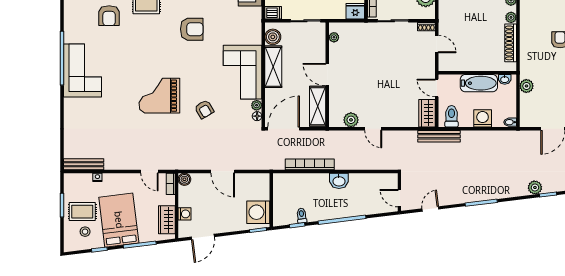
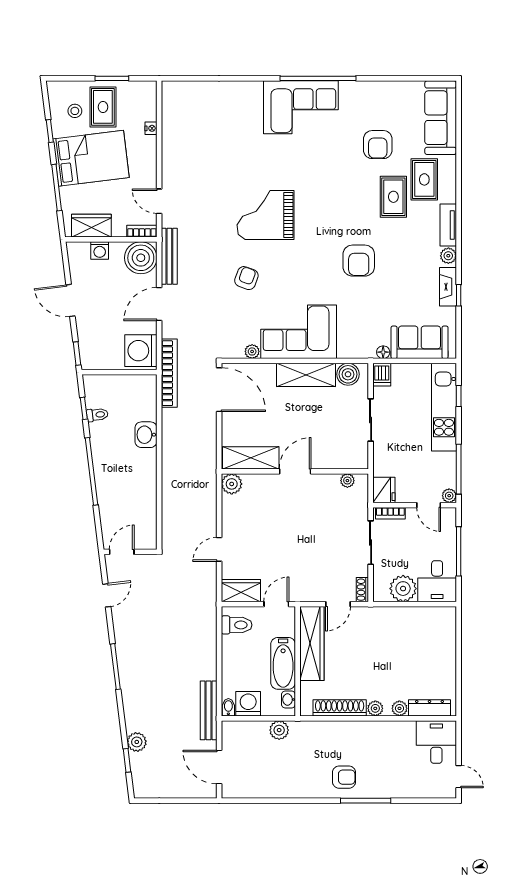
armchair: (109, 16) -> (378, 145), turned -90
plant: (334, 37) -> (347, 481), moved
wardrobe: (465, 63) -> (312, 643), added
door: (327, 75) -> (295, 471), moved
wall: (327, 75) -> (295, 471), moved
grand piano: (159, 96) -> (266, 215), turned -90
shelving: (318, 106) -> (251, 458), moved
armchair: (204, 109) -> (246, 278), turned 141
floor lamp: (257, 116) -> (383, 352), moved
washing machine: (483, 118) -> (248, 704), moved, turned -90
door: (373, 129) -> (219, 549), moved
bench: (439, 136) -> (209, 710), moved
bench: (84, 164) -> (169, 256), moved
bookcase: (310, 164) -> (169, 373), moved
door: (149, 171) -> (159, 201), hinge flipped
boiler: (184, 179) -> (141, 258), width x1.86, depth x1.86
washbasin: (339, 181) -> (146, 435), moved
door: (430, 209) -> (107, 595), hinge flipped
washing machine: (258, 212) -> (141, 351), moved, turned -90
door: (203, 237) -> (70, 300), moved

